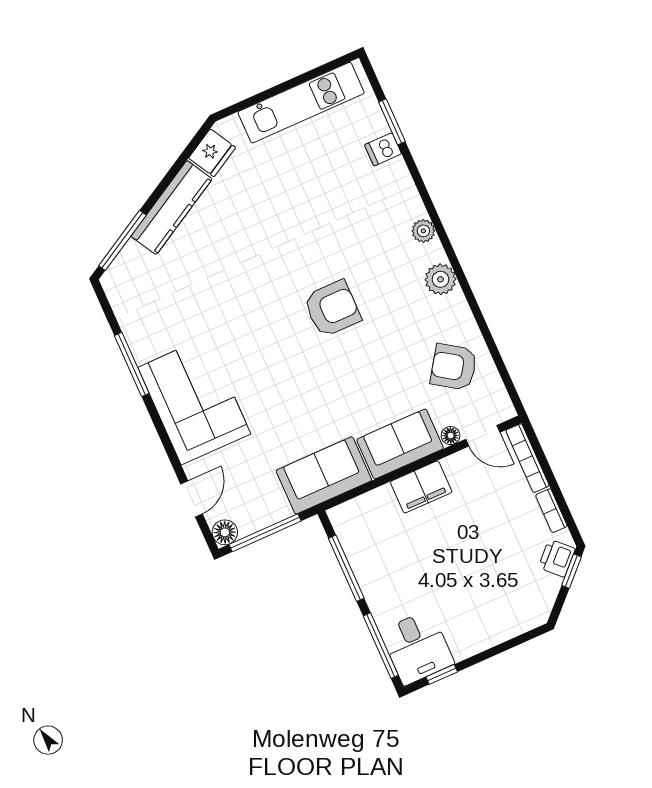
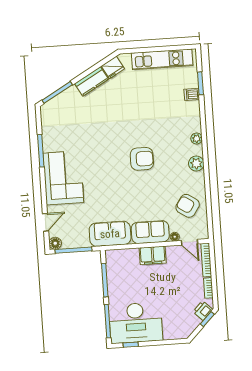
kitchen counter: (172, 208) -> (92, 81), width x0.67
desk: (417, 647) -> (136, 323), width x1.87, depth x1.30

